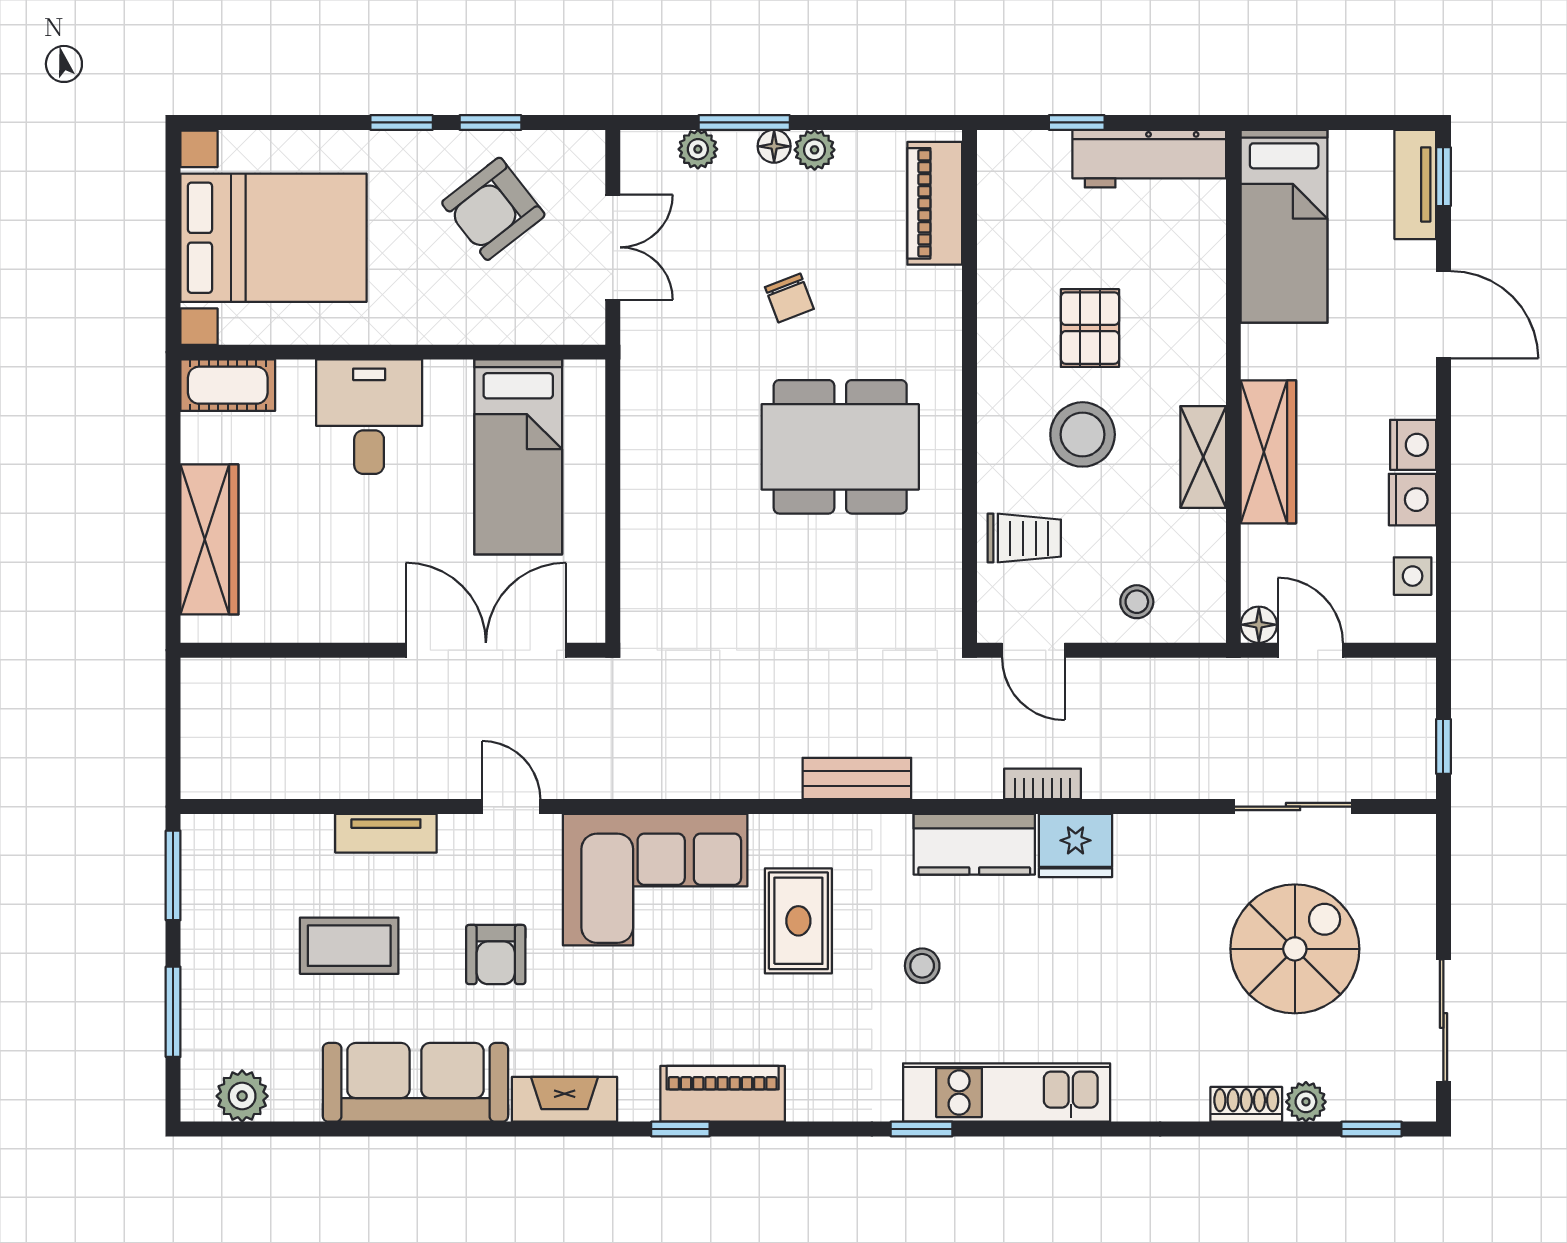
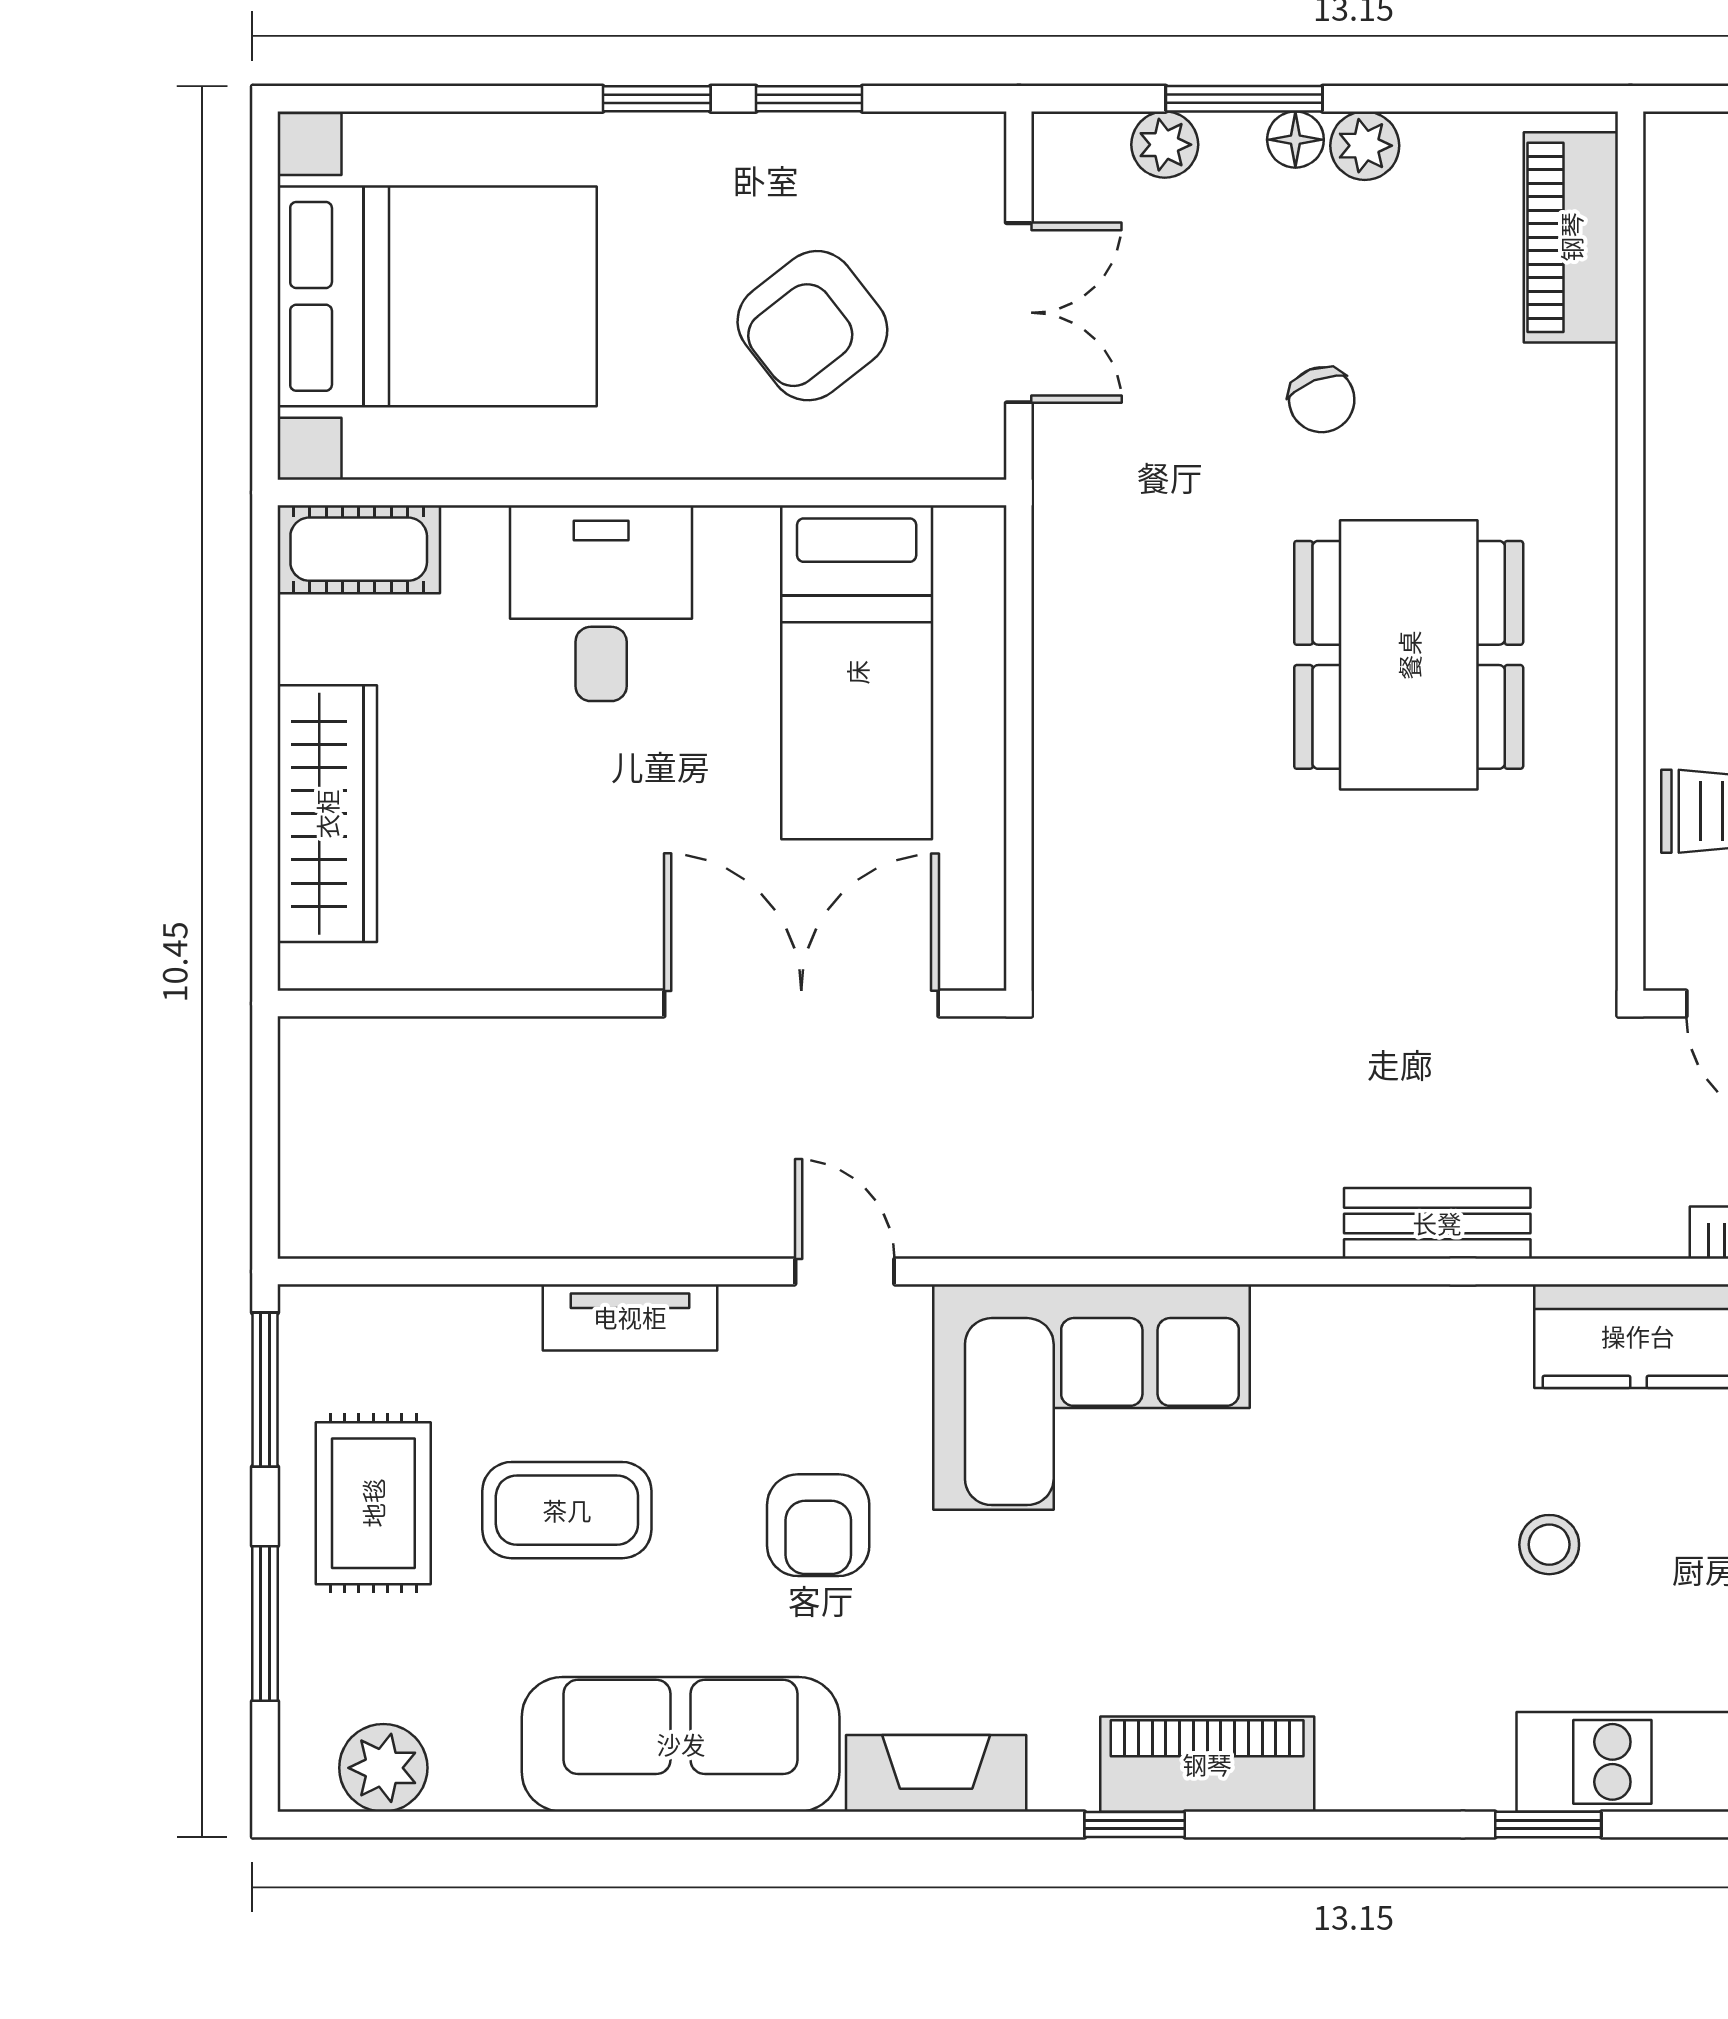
armchair: (493, 209) -> (812, 326), moved
dining table: (840, 447) -> (1409, 655), turned 90
rug: (798, 921) -> (373, 1503), moved

